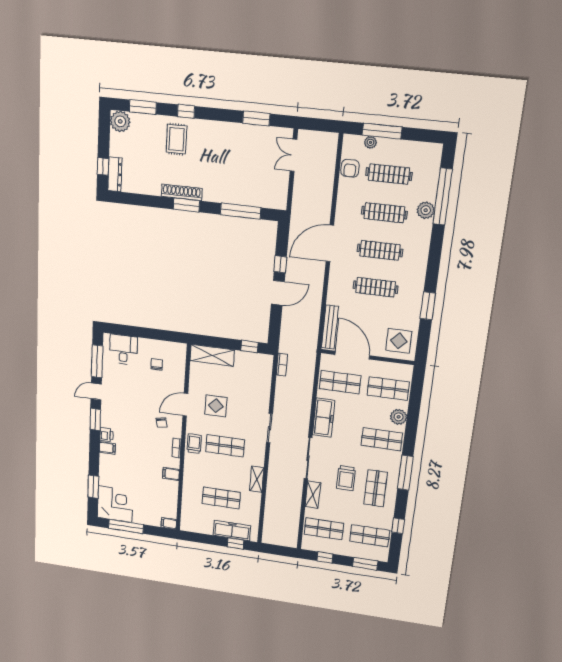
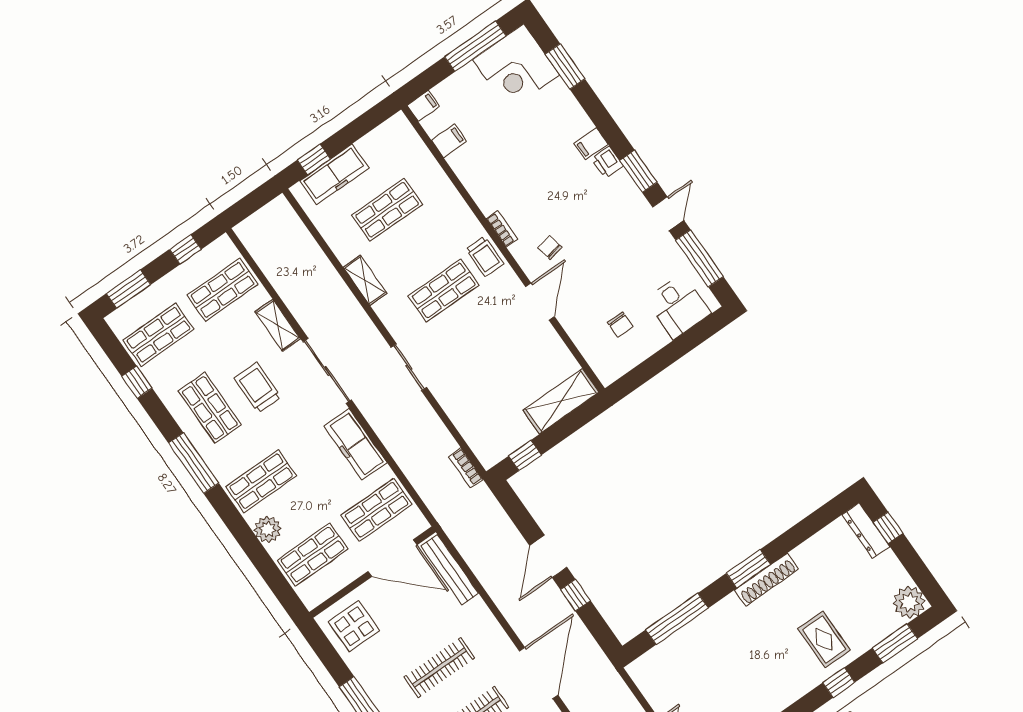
display table: (216, 406) -> (501, 336), removed
filing cabinet: (171, 474) -> (449, 141), moved

